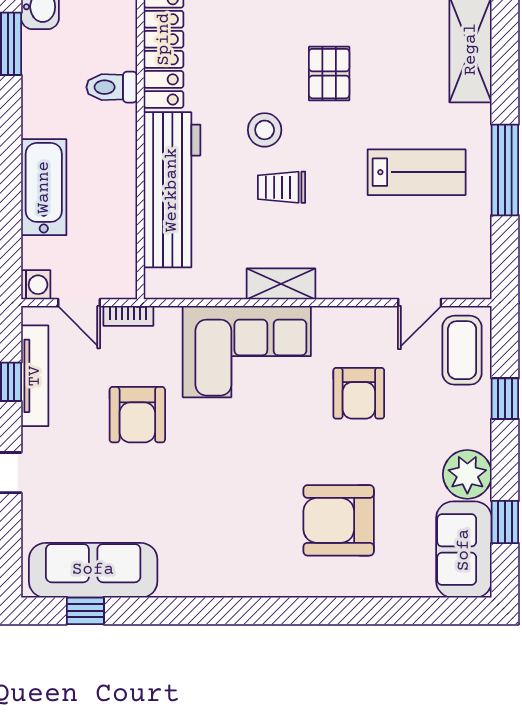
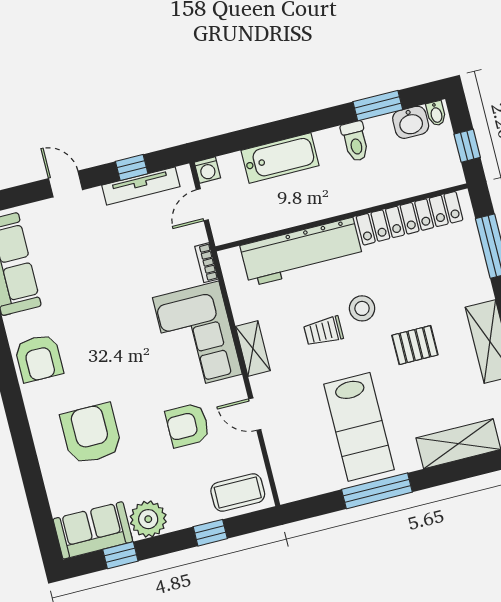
toilet: (112, 87) -> (355, 141), moved, turned 180
lab bench: (417, 172) -> (359, 427), width x1.36, depth x1.39
trolley: (282, 187) -> (323, 331), turned -90
door: (420, 303) -> (255, 414), moved
bookcase: (128, 316) -> (207, 263), moved
armchair: (137, 415) -> (39, 358), moved, turned -90

